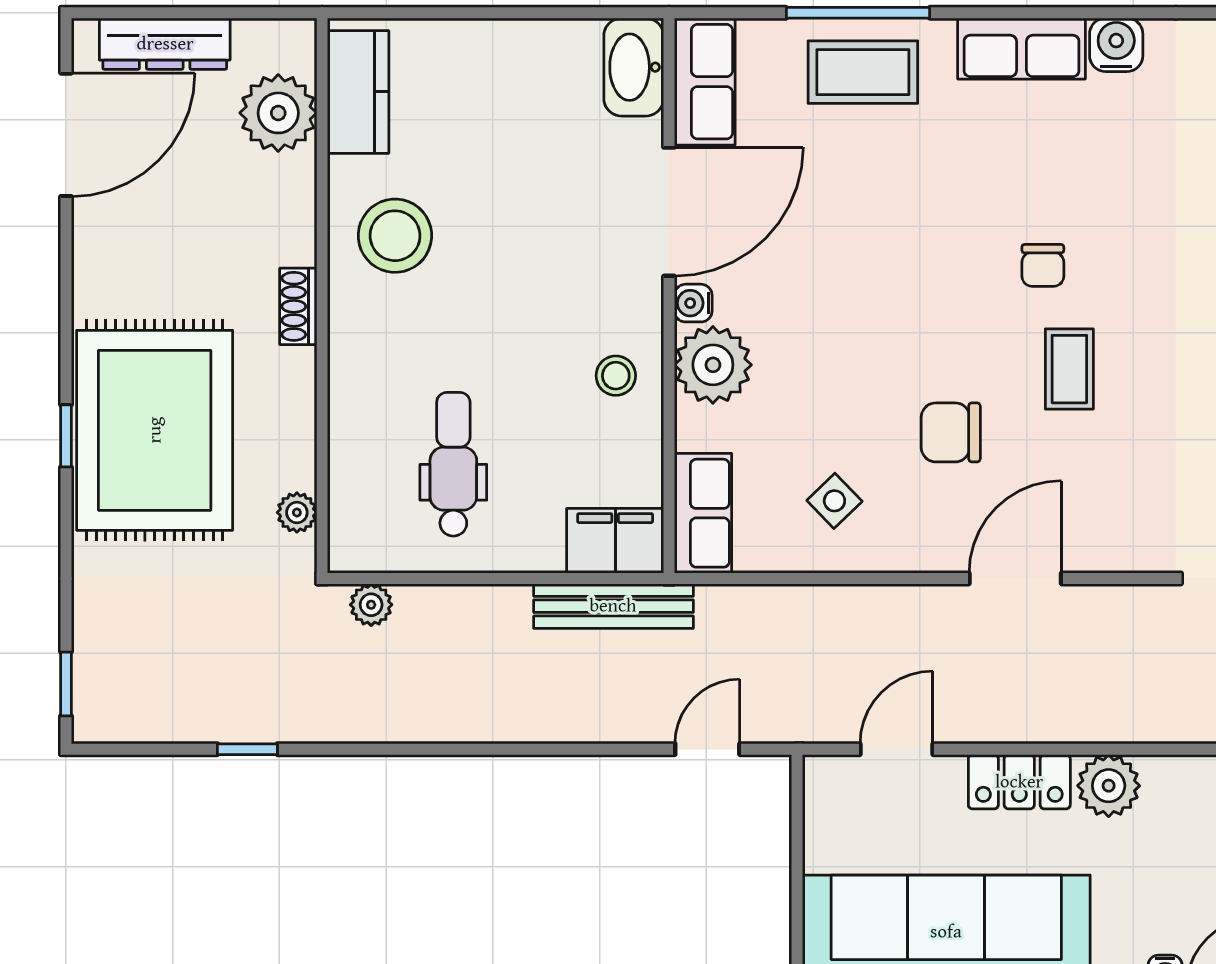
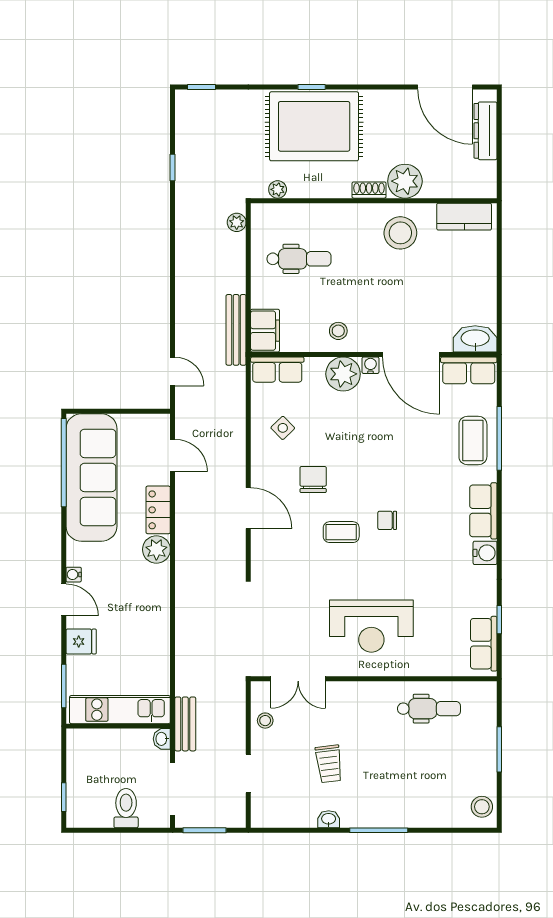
plant: (278, 113) -> (405, 181), moved

